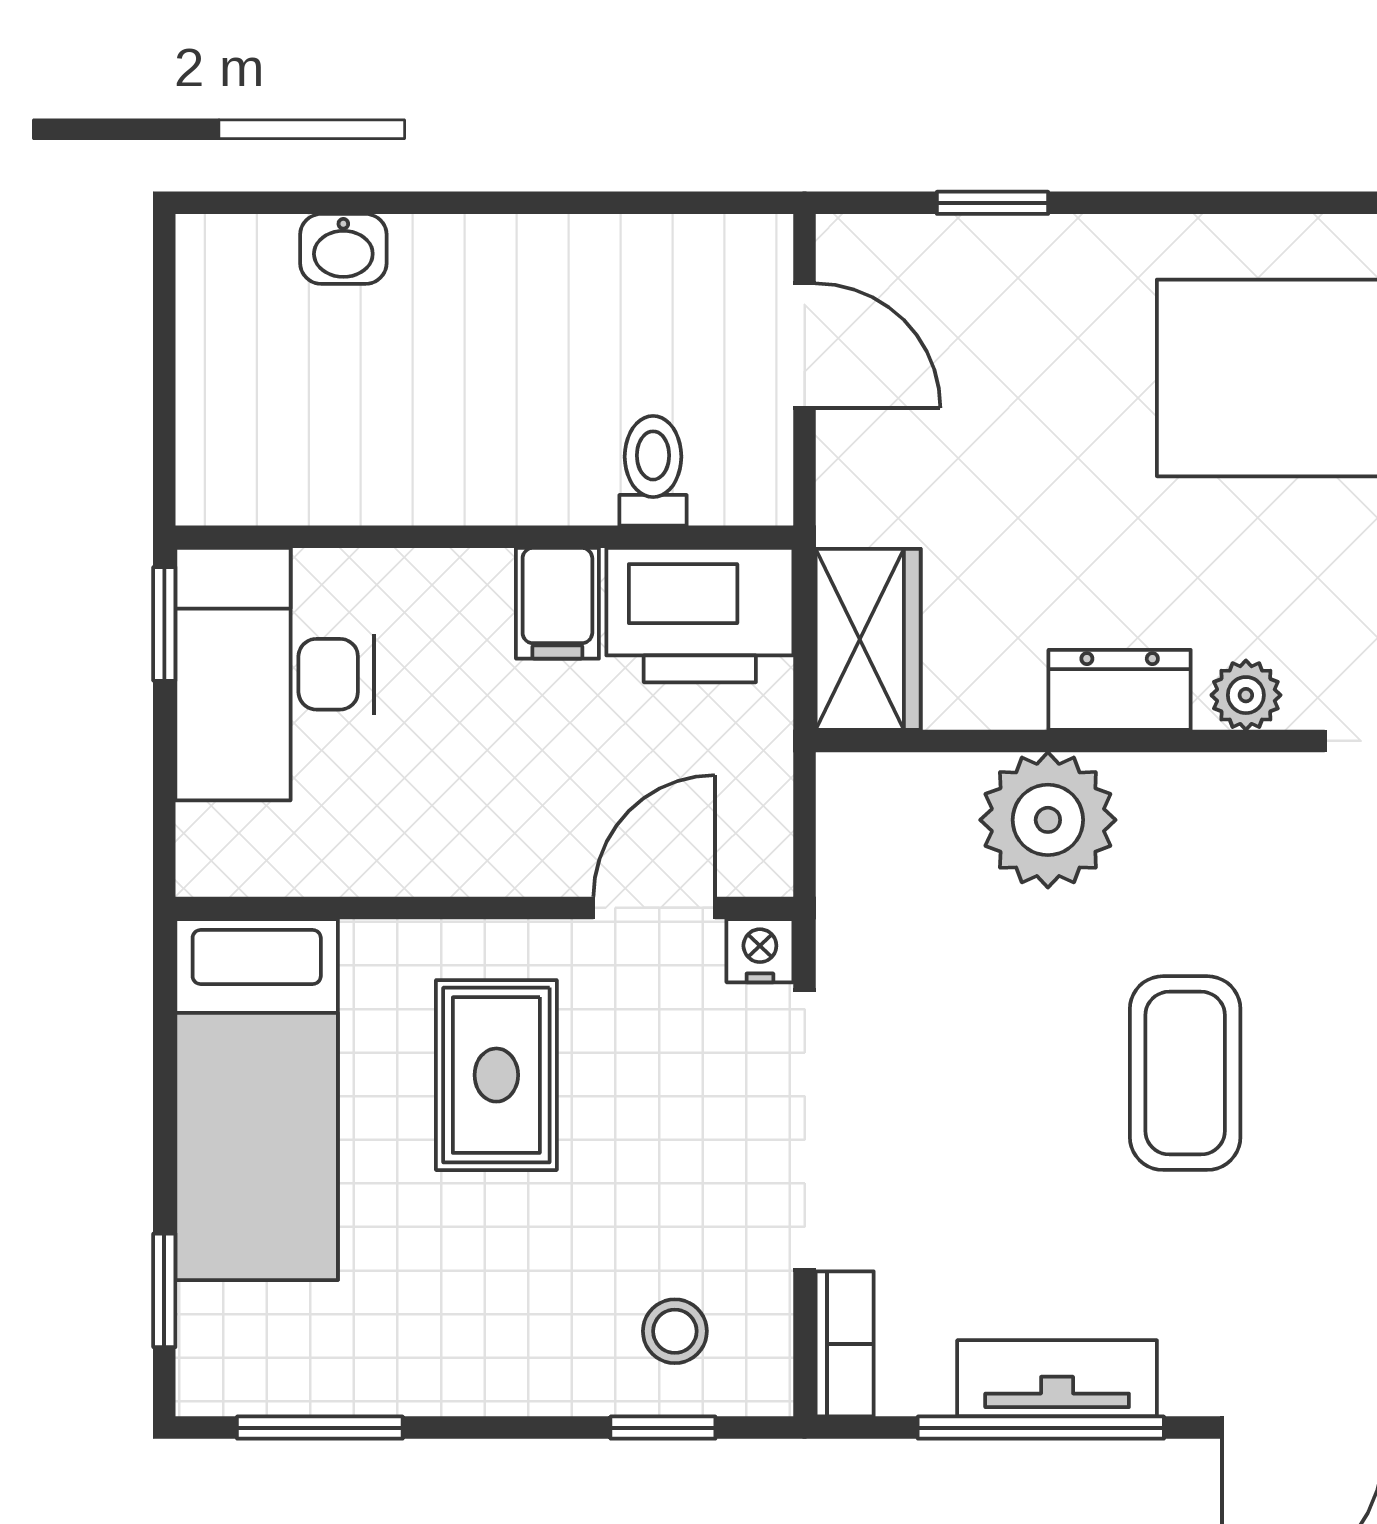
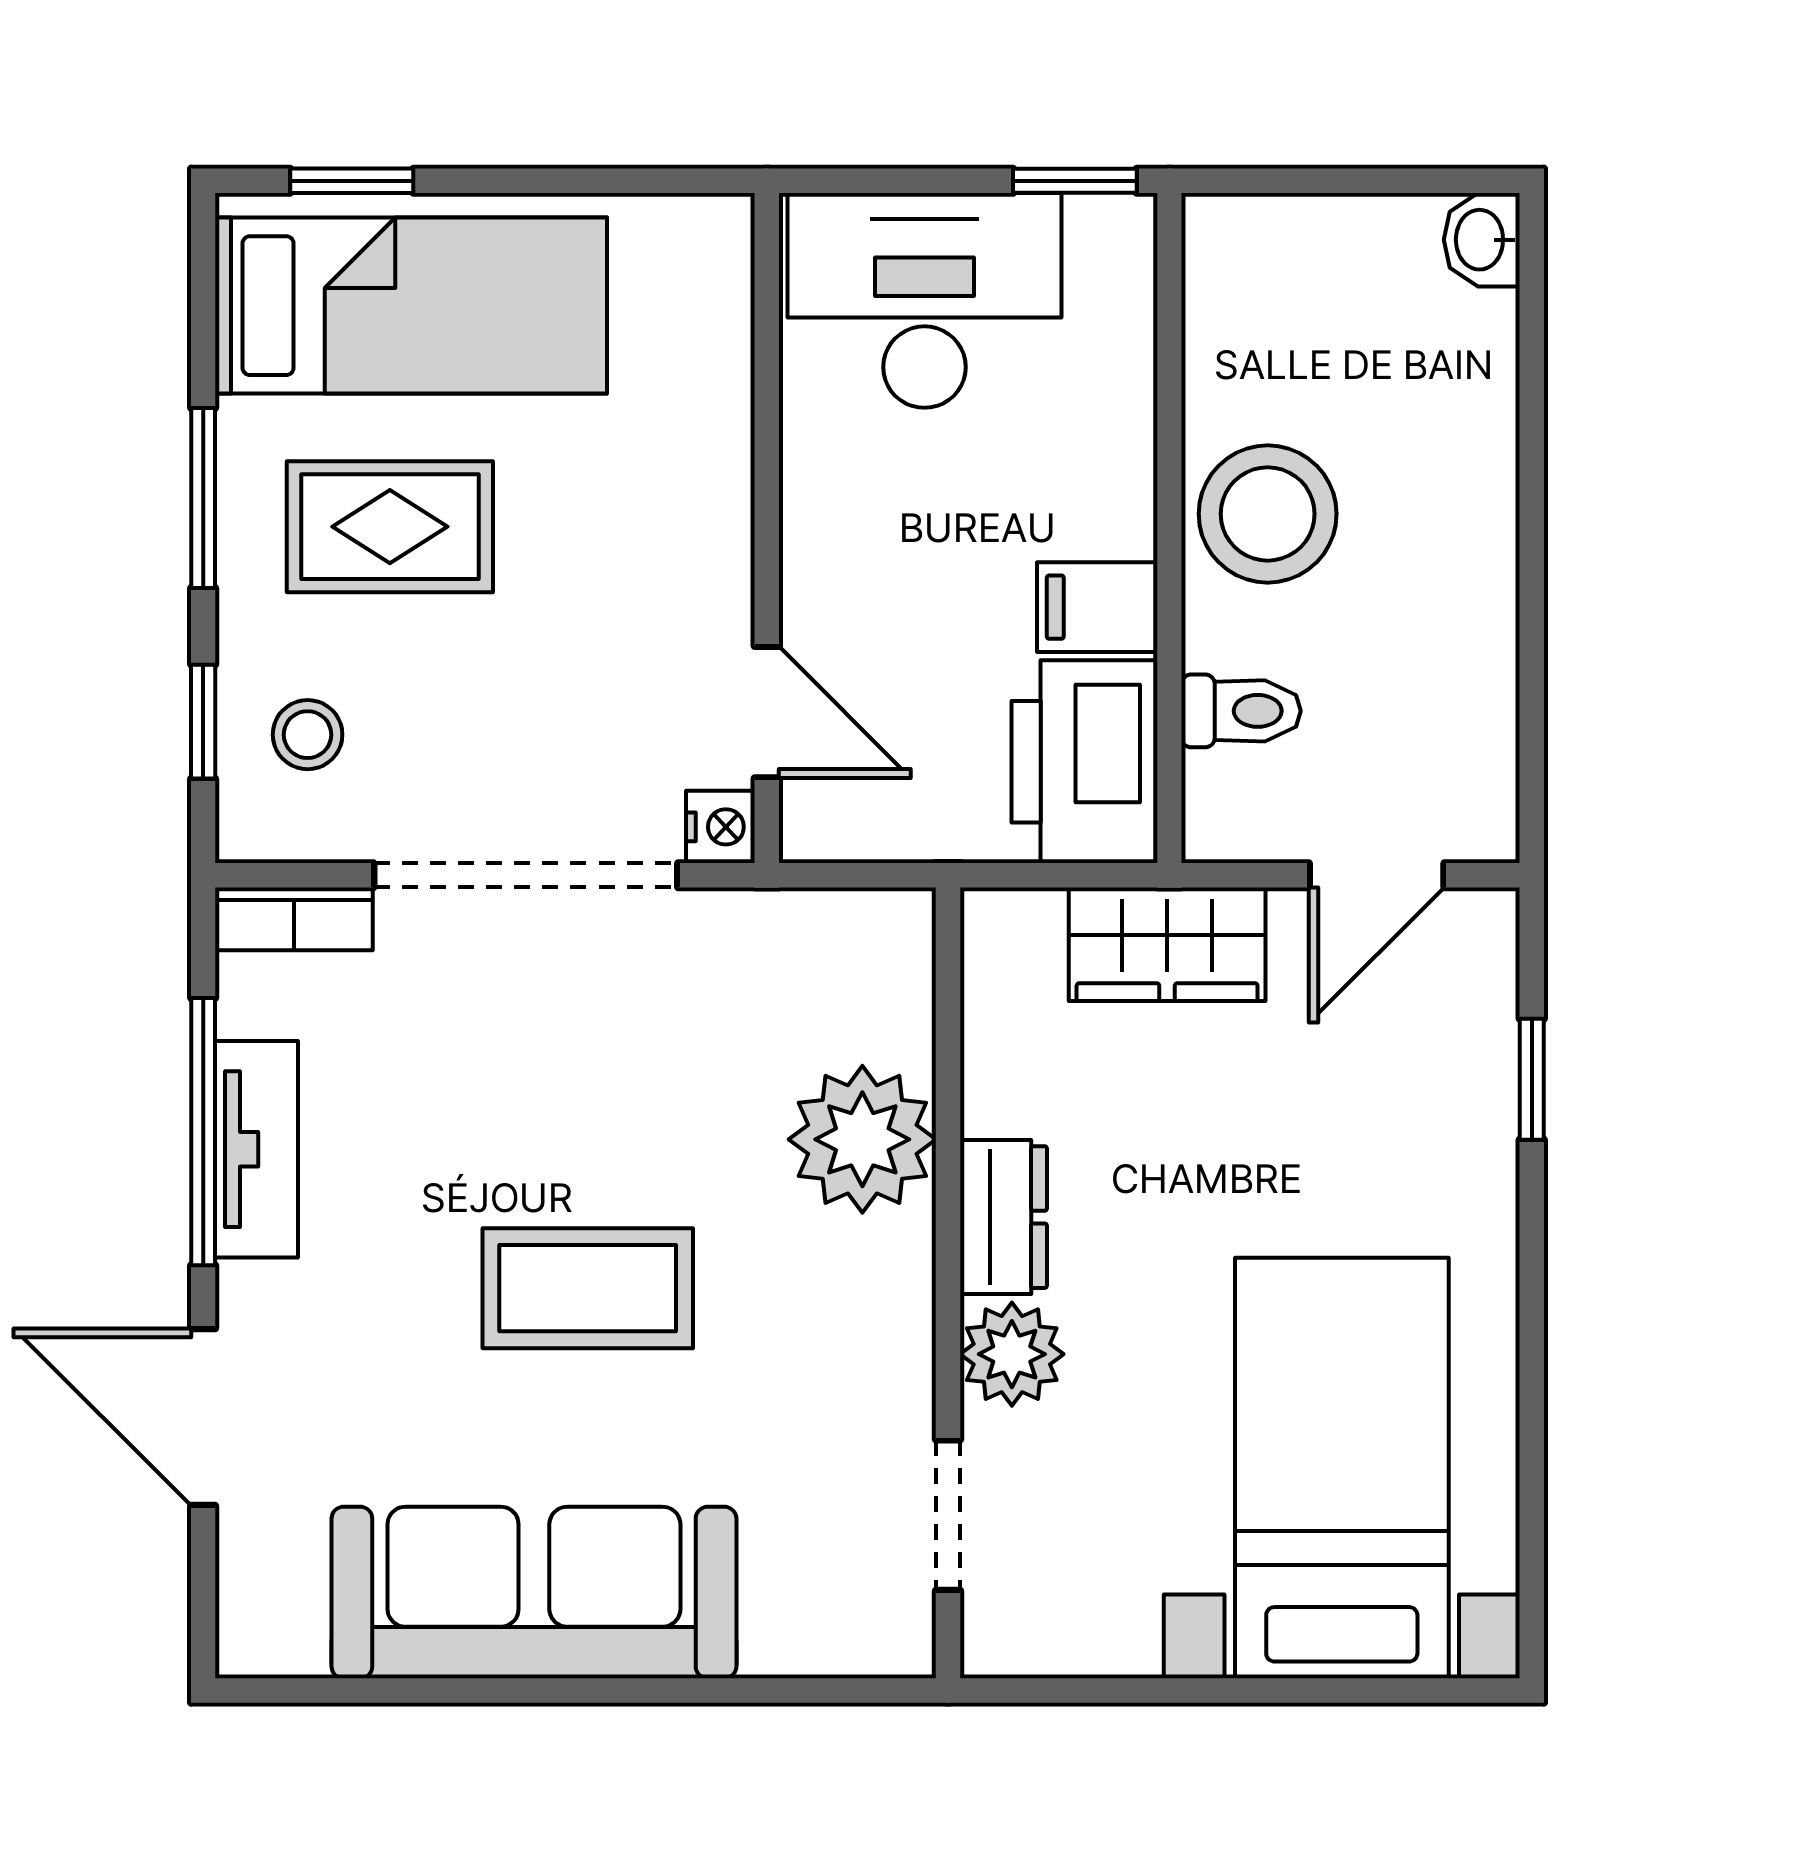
washbasin: (343, 249) -> (1482, 240), moved
stool: (472, 446) -> (1268, 514), added
wardrobe: (868, 639) -> (1167, 944), moved
desk: (275, 674) -> (924, 300), moved
plant: (1246, 695) -> (1012, 1354), width x1.38, depth x1.38
rug: (496, 1075) -> (390, 527), moved
bed: (257, 1100) -> (411, 306), moved, turned 180
window: (320, 1428) -> (203, 498), moved

